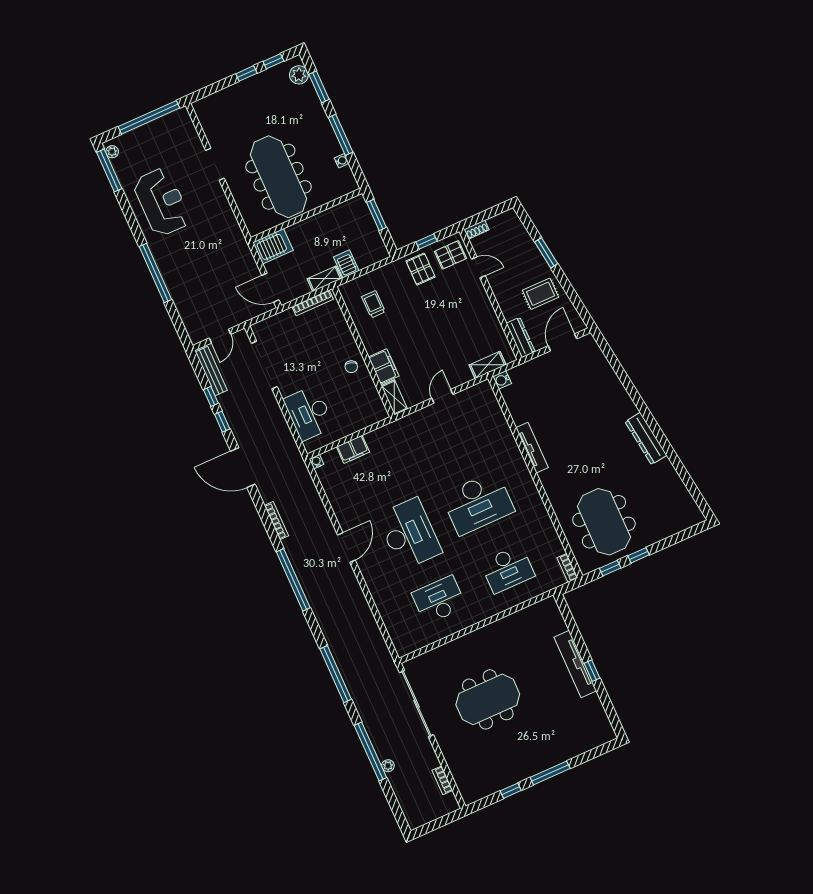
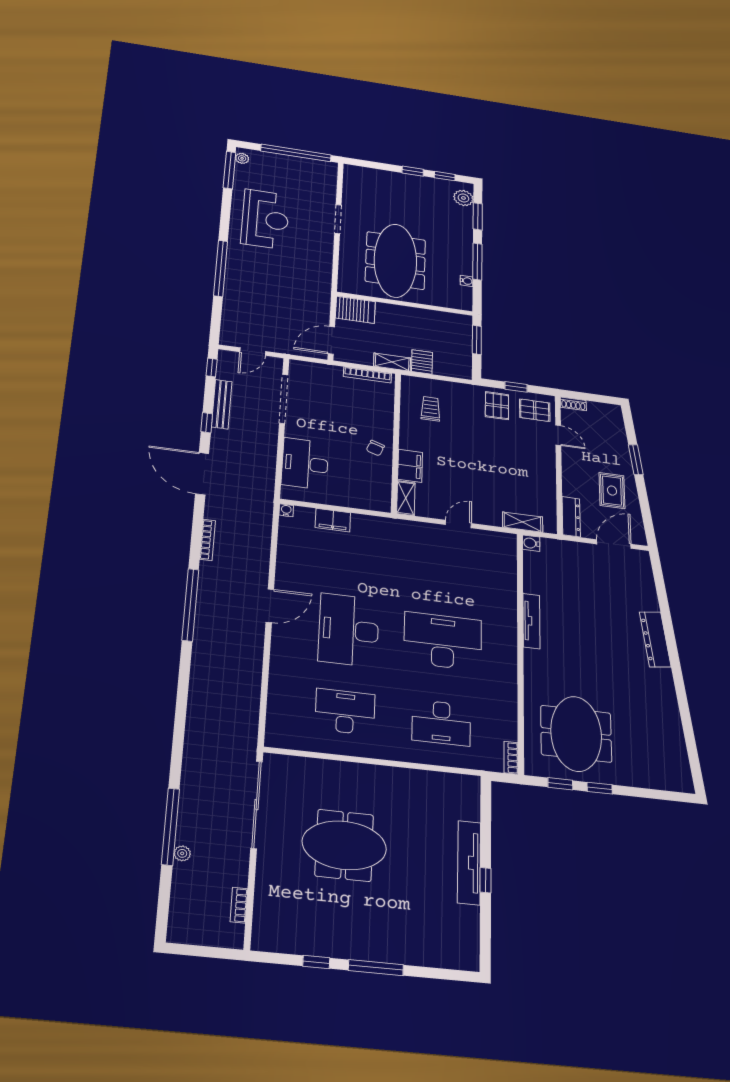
door: (270, 288) -> (331, 340), hinge flipped
rug: (541, 294) -> (612, 491), turned 90
bench: (211, 371) -> (222, 404), moved
window: (211, 396) -> (212, 368), moved
dresser: (646, 438) -> (655, 639), moved
desk: (478, 503) -> (443, 641), turned 180
desk: (409, 534) -> (349, 630), turned 180
window: (336, 674) -> (180, 723), removed

